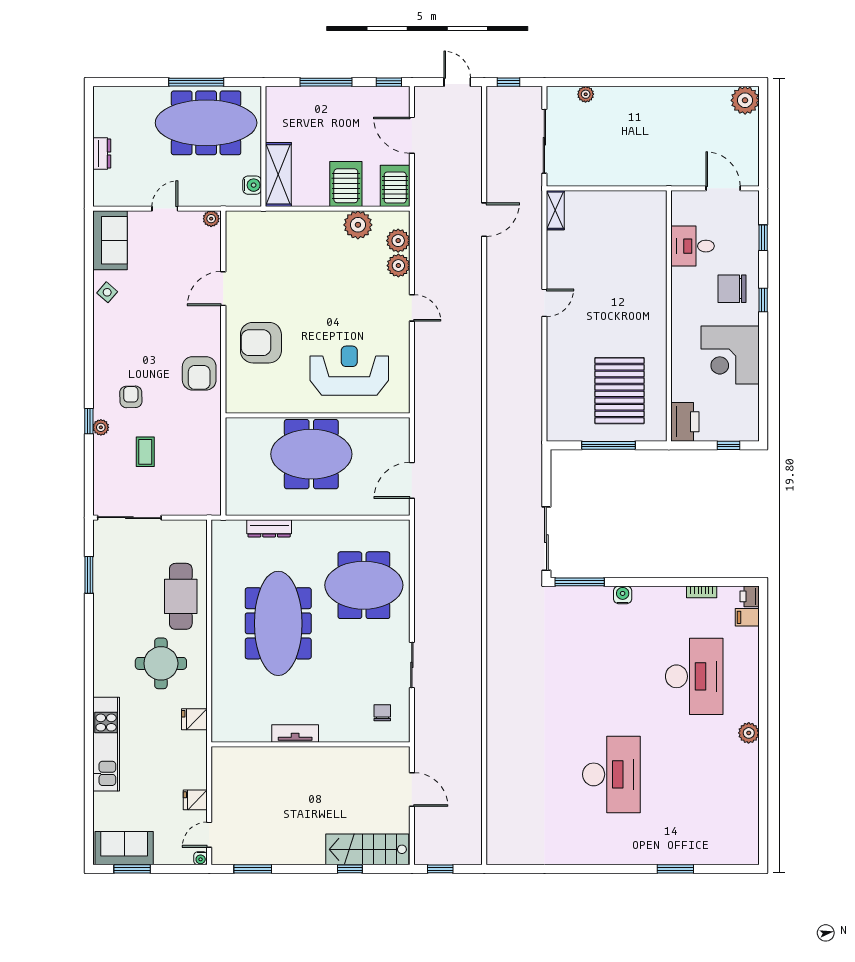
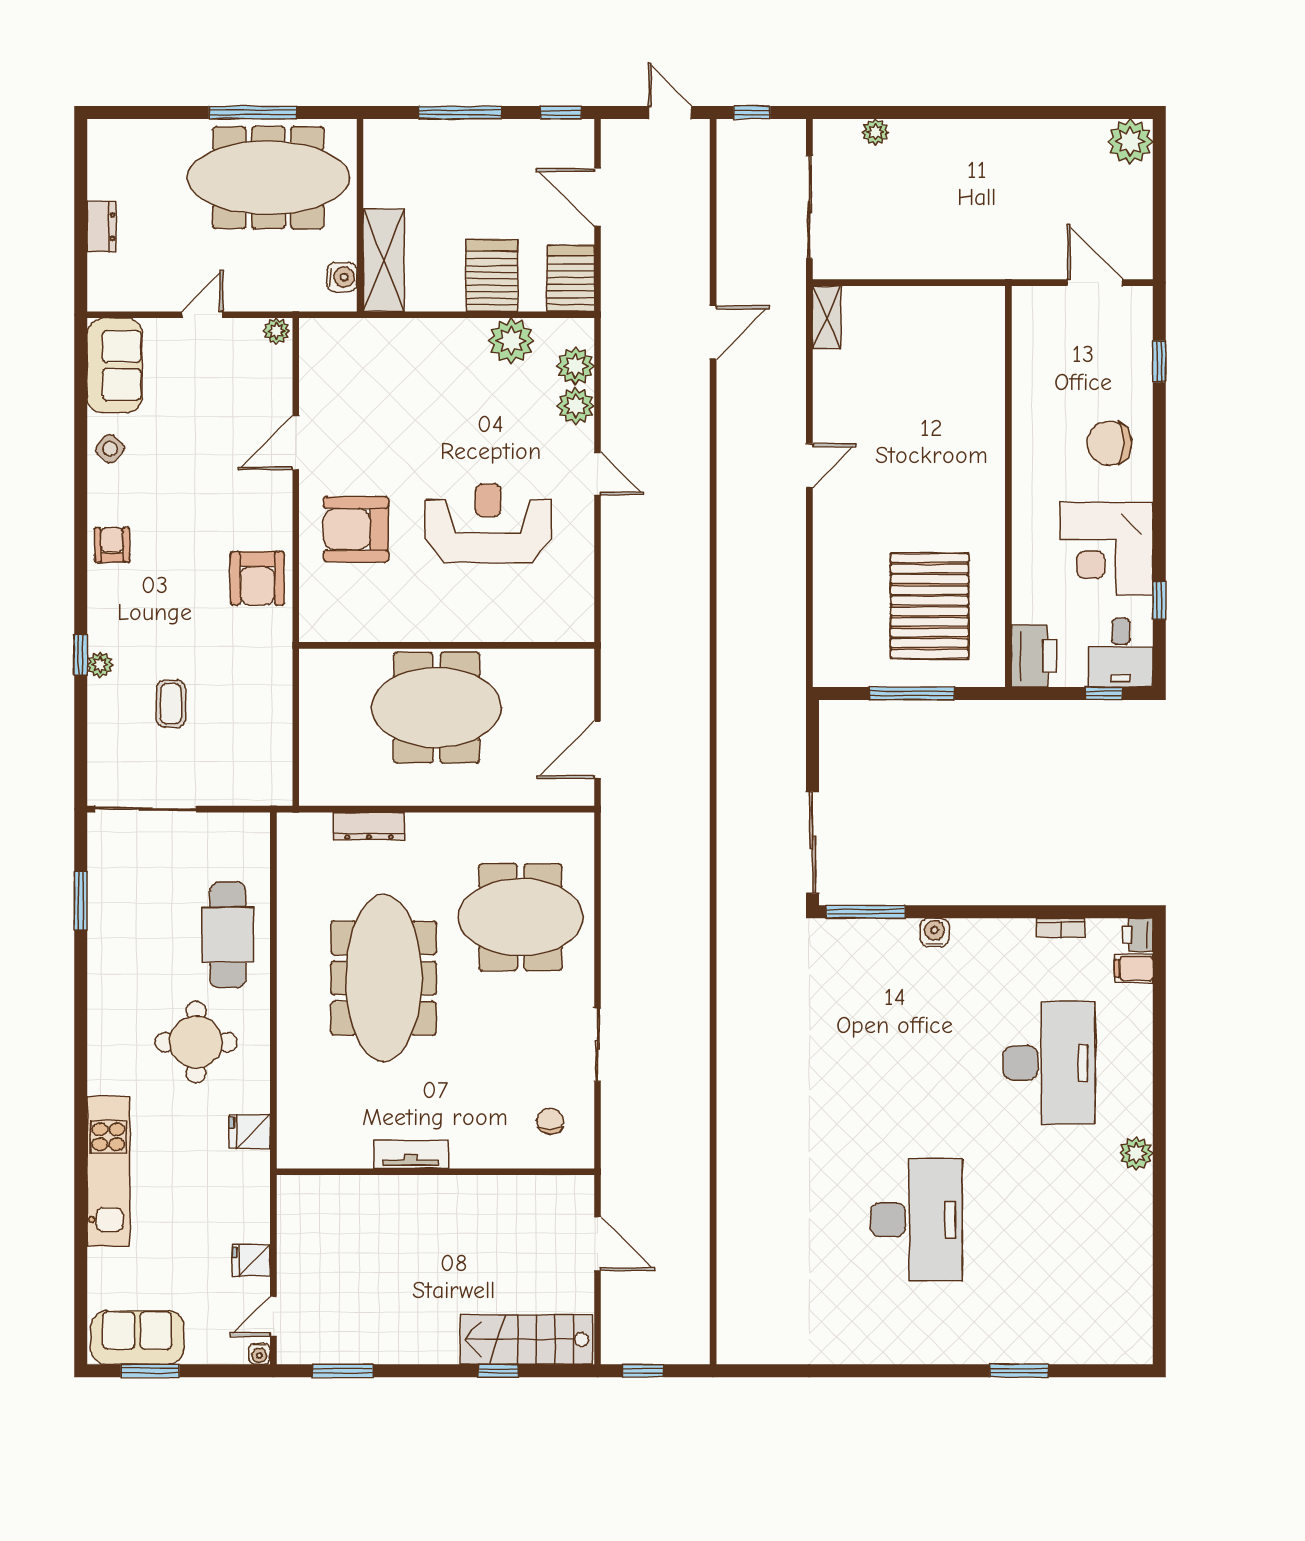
desk: (693, 246) -> (1121, 652), moved, turned -90
window: (763, 300) -> (1159, 600), moved
reception desk: (349, 371) -> (488, 523), moved
armchair: (131, 397) -> (112, 545), moved

